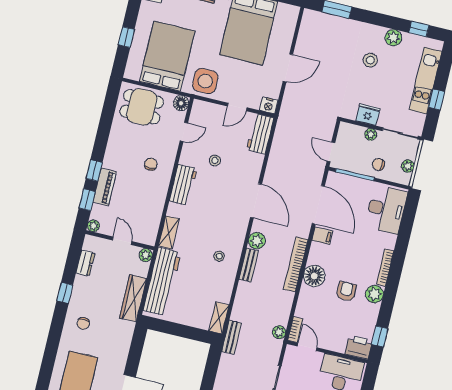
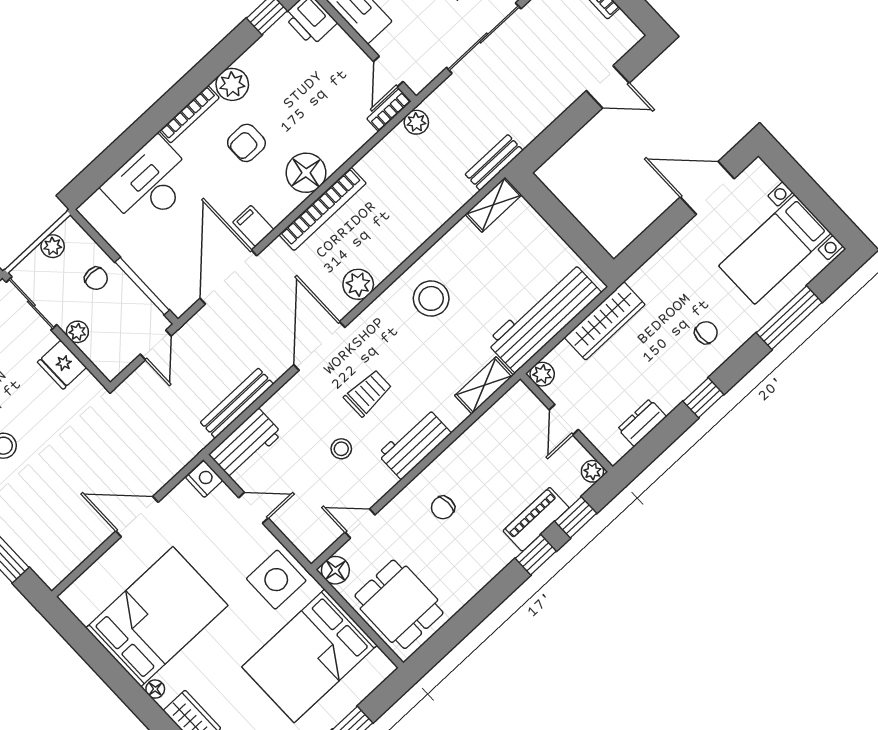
trolley: (220, 194) -> (368, 393), added
desk: (386, 209) -> (150, 183), moved
stool: (219, 256) -> (431, 298), width x1.89, depth x1.89
bench: (249, 265) -> (237, 403), moved, width x1.36
armchair: (346, 291) -> (246, 143), moved
window: (50, 355) -> (789, 318), added

